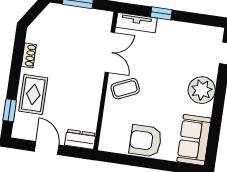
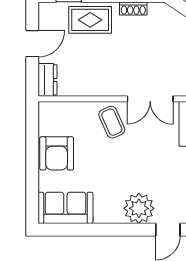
plant: (202, 90) -> (139, 208), moved
armchair: (145, 141) -> (57, 153), turned 180

